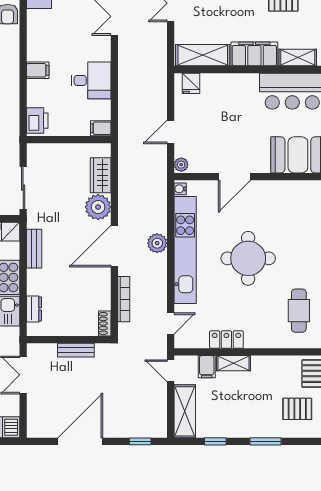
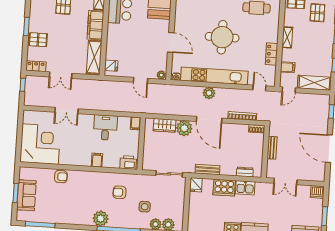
shelving: (233, 363) -> (287, 37), moved

